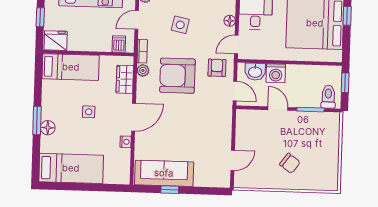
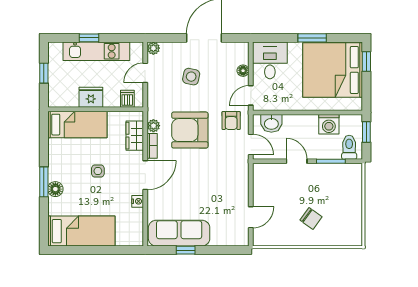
fridge: (56, 41) -> (91, 97), moved
bookcase: (142, 51) -> (152, 146), moved
armchair: (217, 68) -> (231, 120), turned 180
washing machine: (276, 73) -> (329, 124), moved

